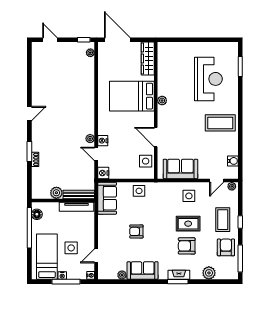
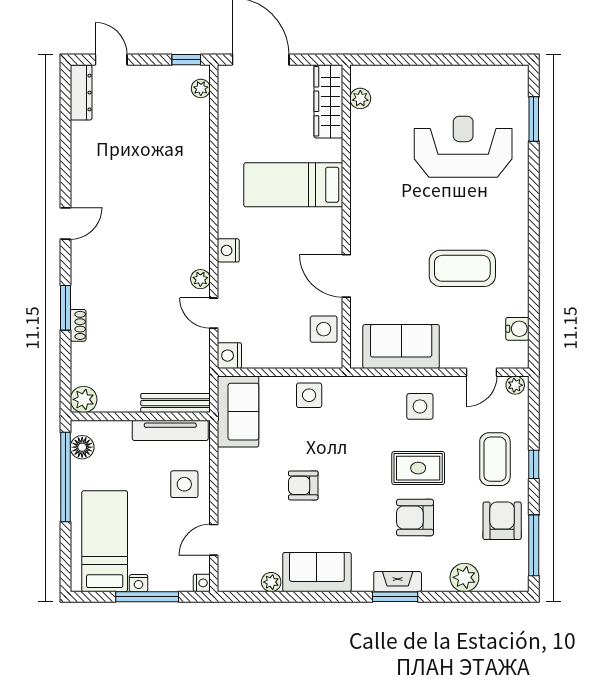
dresser: (36, 55) -> (81, 93), added
reception desk: (208, 79) -> (463, 147), turned -90
bed: (132, 96) -> (293, 185), width x0.67
plant: (162, 101) -> (360, 98), moved
coffee table: (220, 123) -> (462, 268), moved
nightstand: (103, 141) -> (228, 250), moved
plant: (56, 193) -> (84, 399), moved
side table: (71, 248) -> (184, 484), moved

